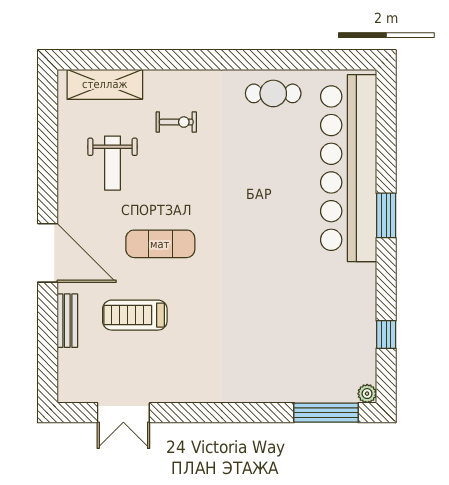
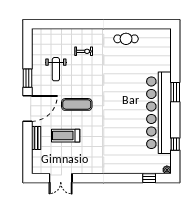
shelving: (105, 84) -> (53, 35), removed
bar counter: (349, 168) -> (159, 113), moved
window: (48, 183) -> (28, 78), added
door: (48, 253) -> (28, 108), hinge flipped
window: (326, 413) -> (149, 178), width x0.46

